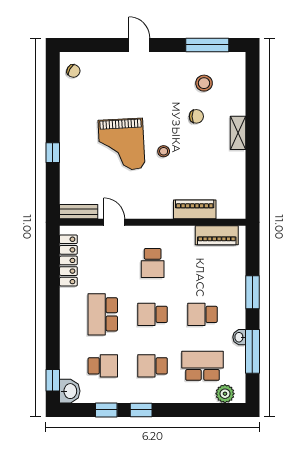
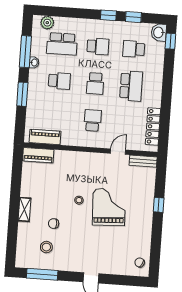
piano: (195, 209) -> (38, 155), moved
door: (114, 222) -> (118, 152), swing flipped
school desk: (153, 314) -> (95, 83), turned 90

